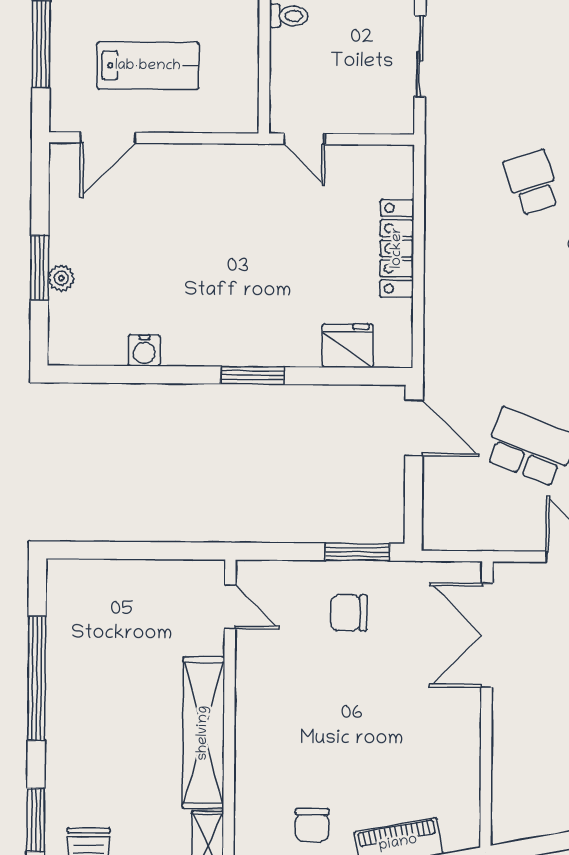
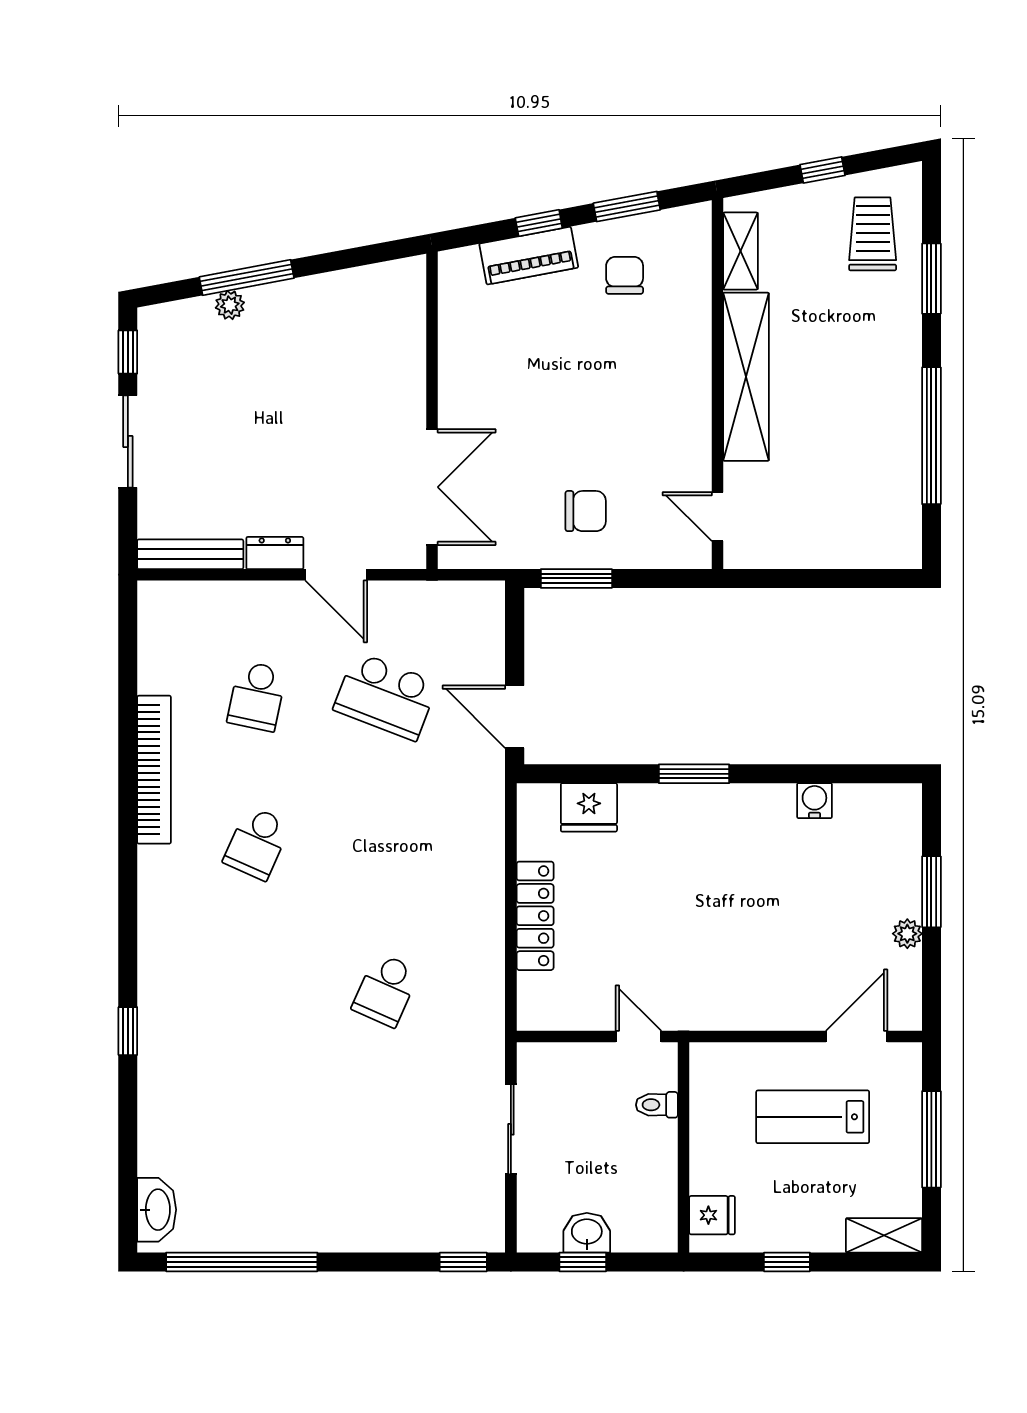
toilet: (289, 16) -> (657, 1105), moved
school desk: (532, 183) -> (386, 990), turned 42
plant: (61, 278) -> (907, 934), moved

